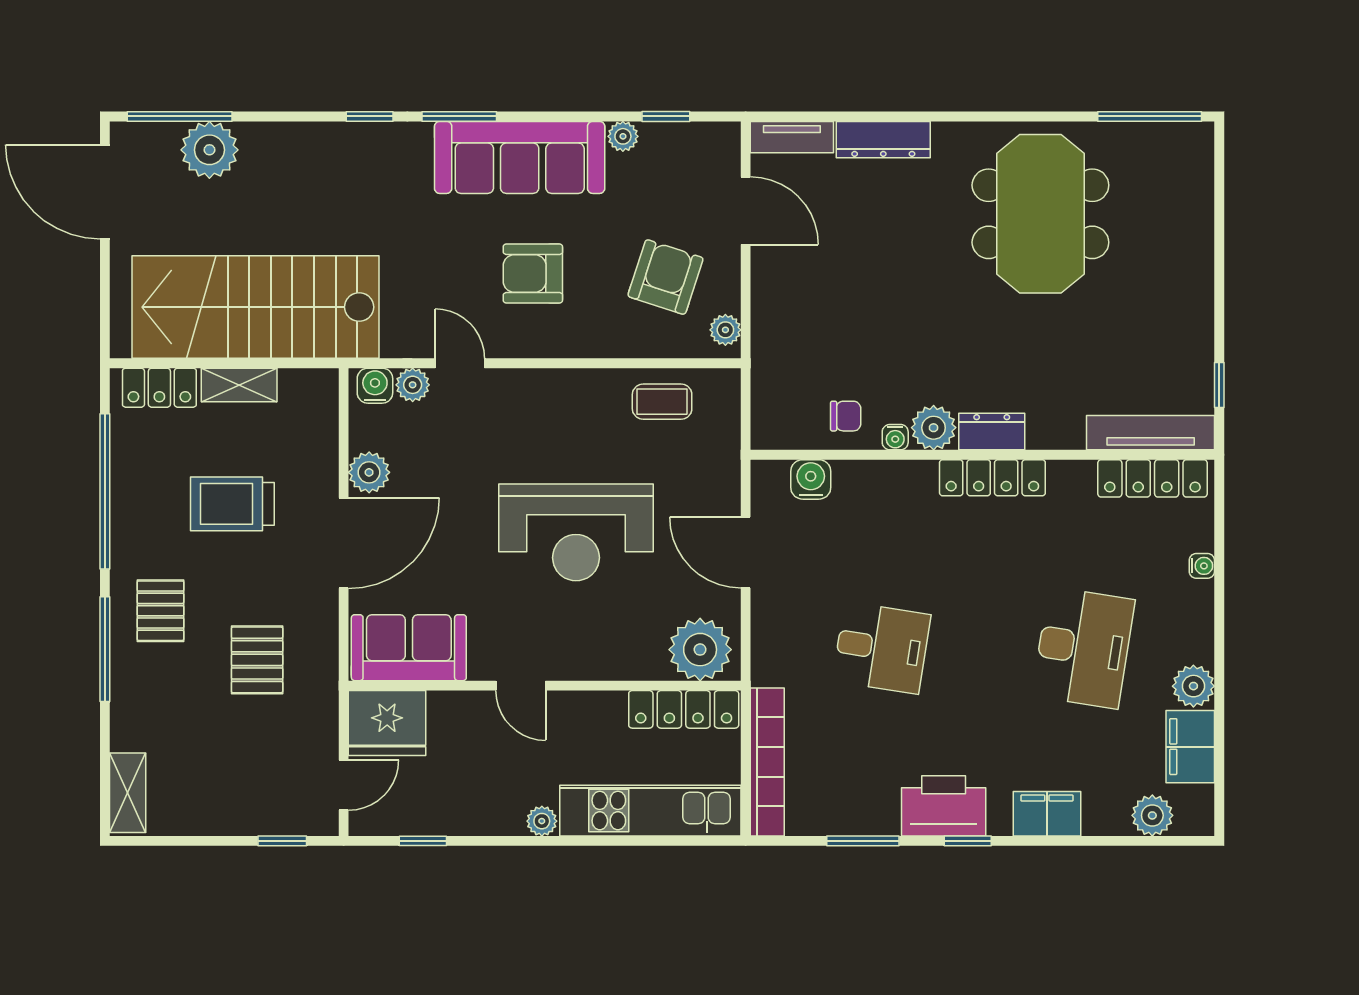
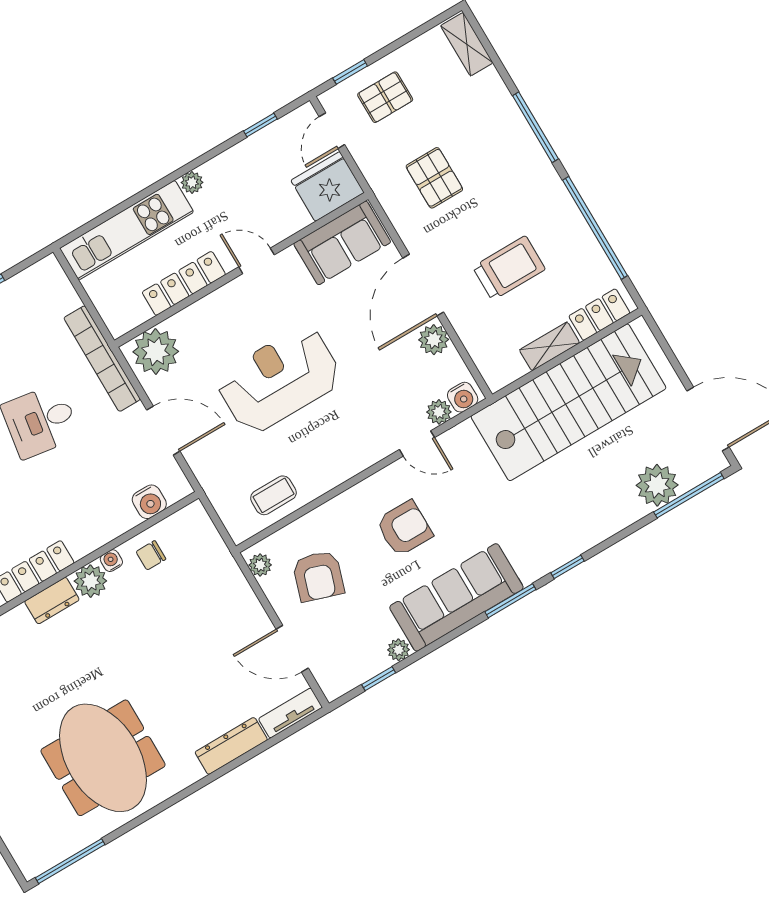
pallet: (160, 611) -> (385, 97), moved, turned 90
locker: (684, 709) -> (184, 283), moved
bookcase: (767, 762) -> (102, 359), moved

